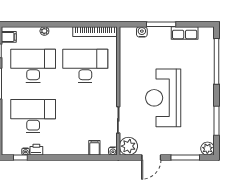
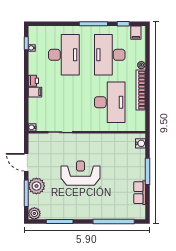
bookcase: (95, 32) -> (141, 90), moved
water cooler: (142, 32) -> (140, 143), moved
desk: (33, 66) -> (110, 55), turned 180
reception desk: (163, 98) -> (80, 173), width x0.74, depth x0.77
plant: (128, 146) -> (36, 186), moved
filing cabinet: (94, 148) -> (35, 92), moved
printer: (36, 150) -> (33, 81), moved

